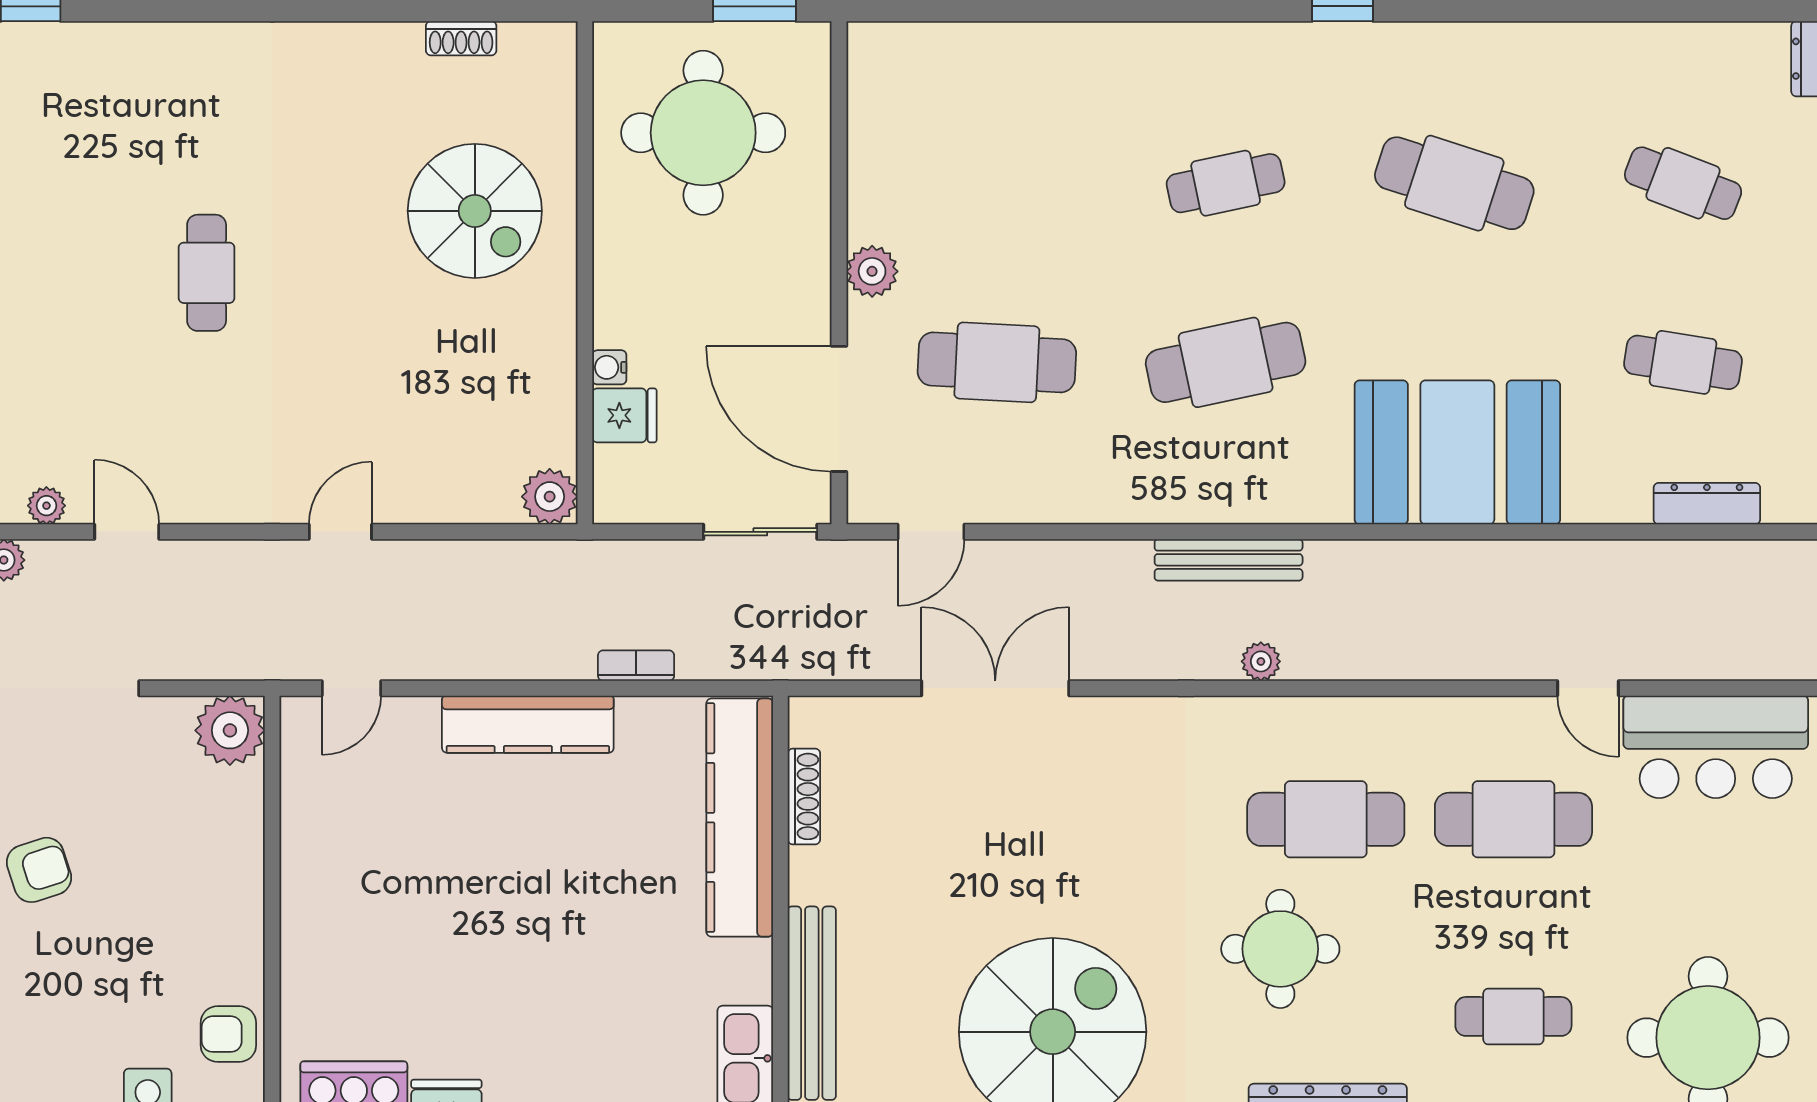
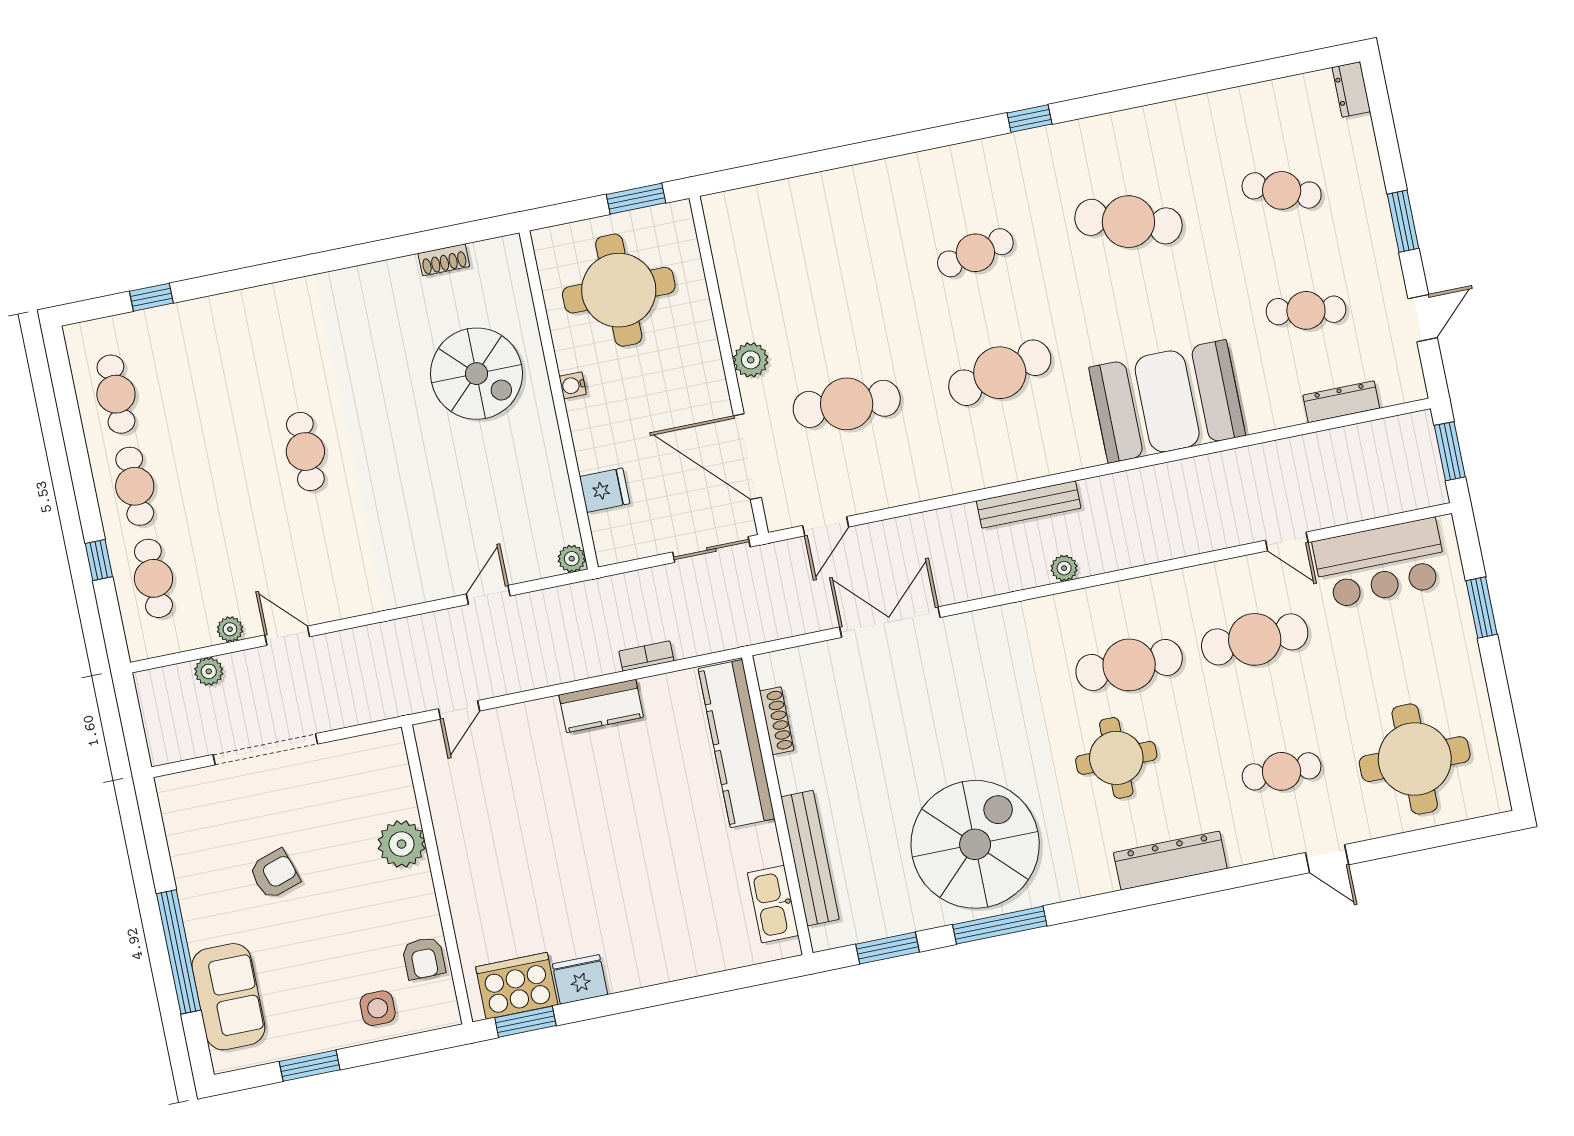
water cooler: (609, 367) -> (573, 385), moved
plant: (550, 497) -> (572, 559), width x0.73, depth x0.73
door: (340, 532) -> (488, 595), moved
kitchen counter: (528, 724) -> (601, 706), width x0.67
plant: (230, 730) -> (402, 844), moved
armchair: (228, 1034) -> (424, 958), turned -90

